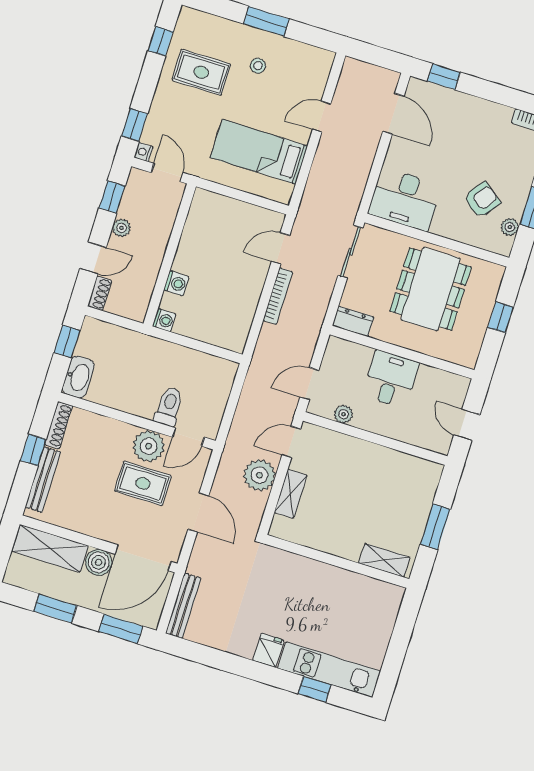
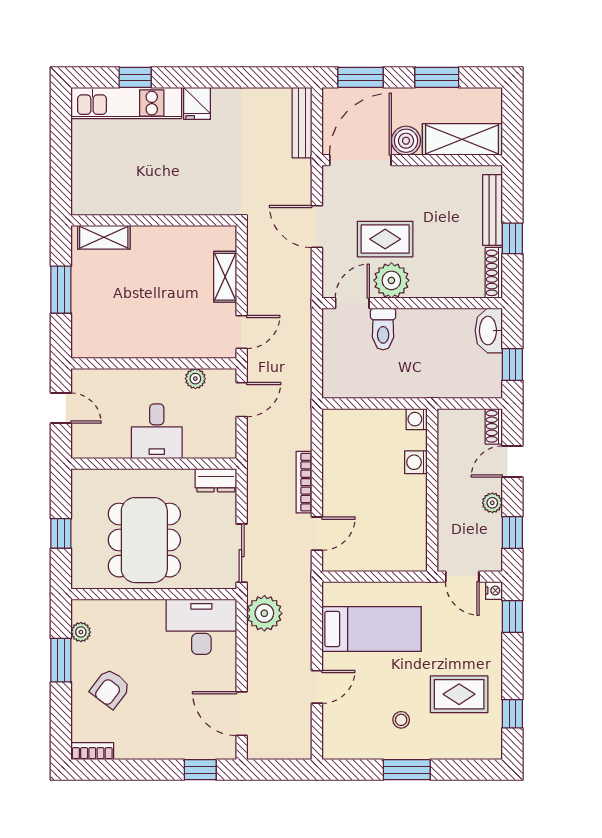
armchair: (482, 200) -> (110, 689), moved
plant: (259, 475) -> (264, 613), moved

